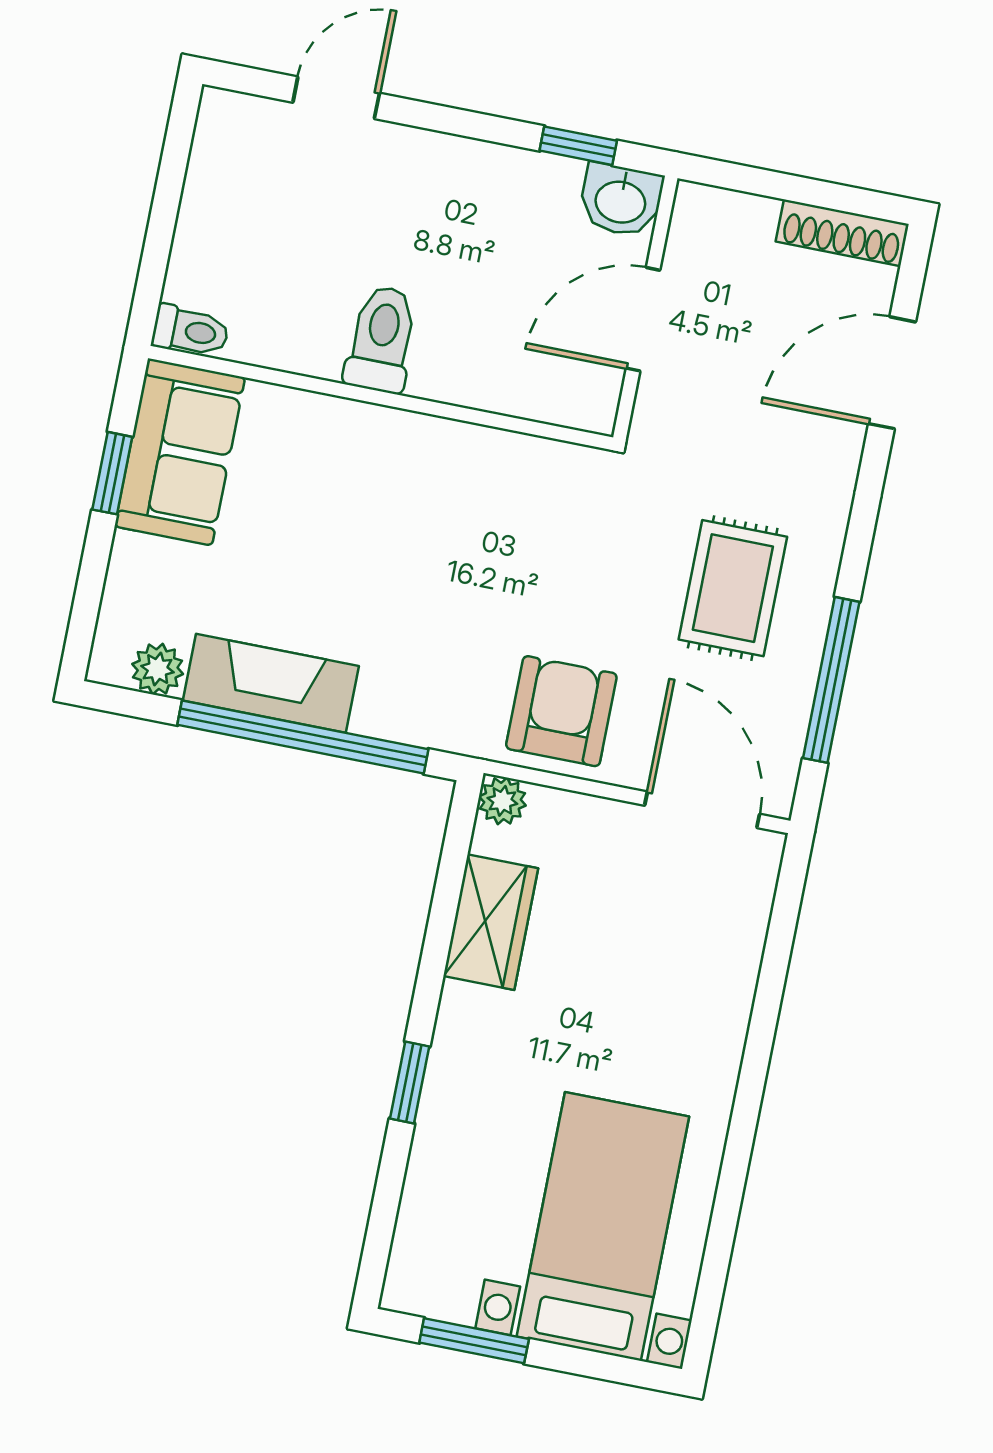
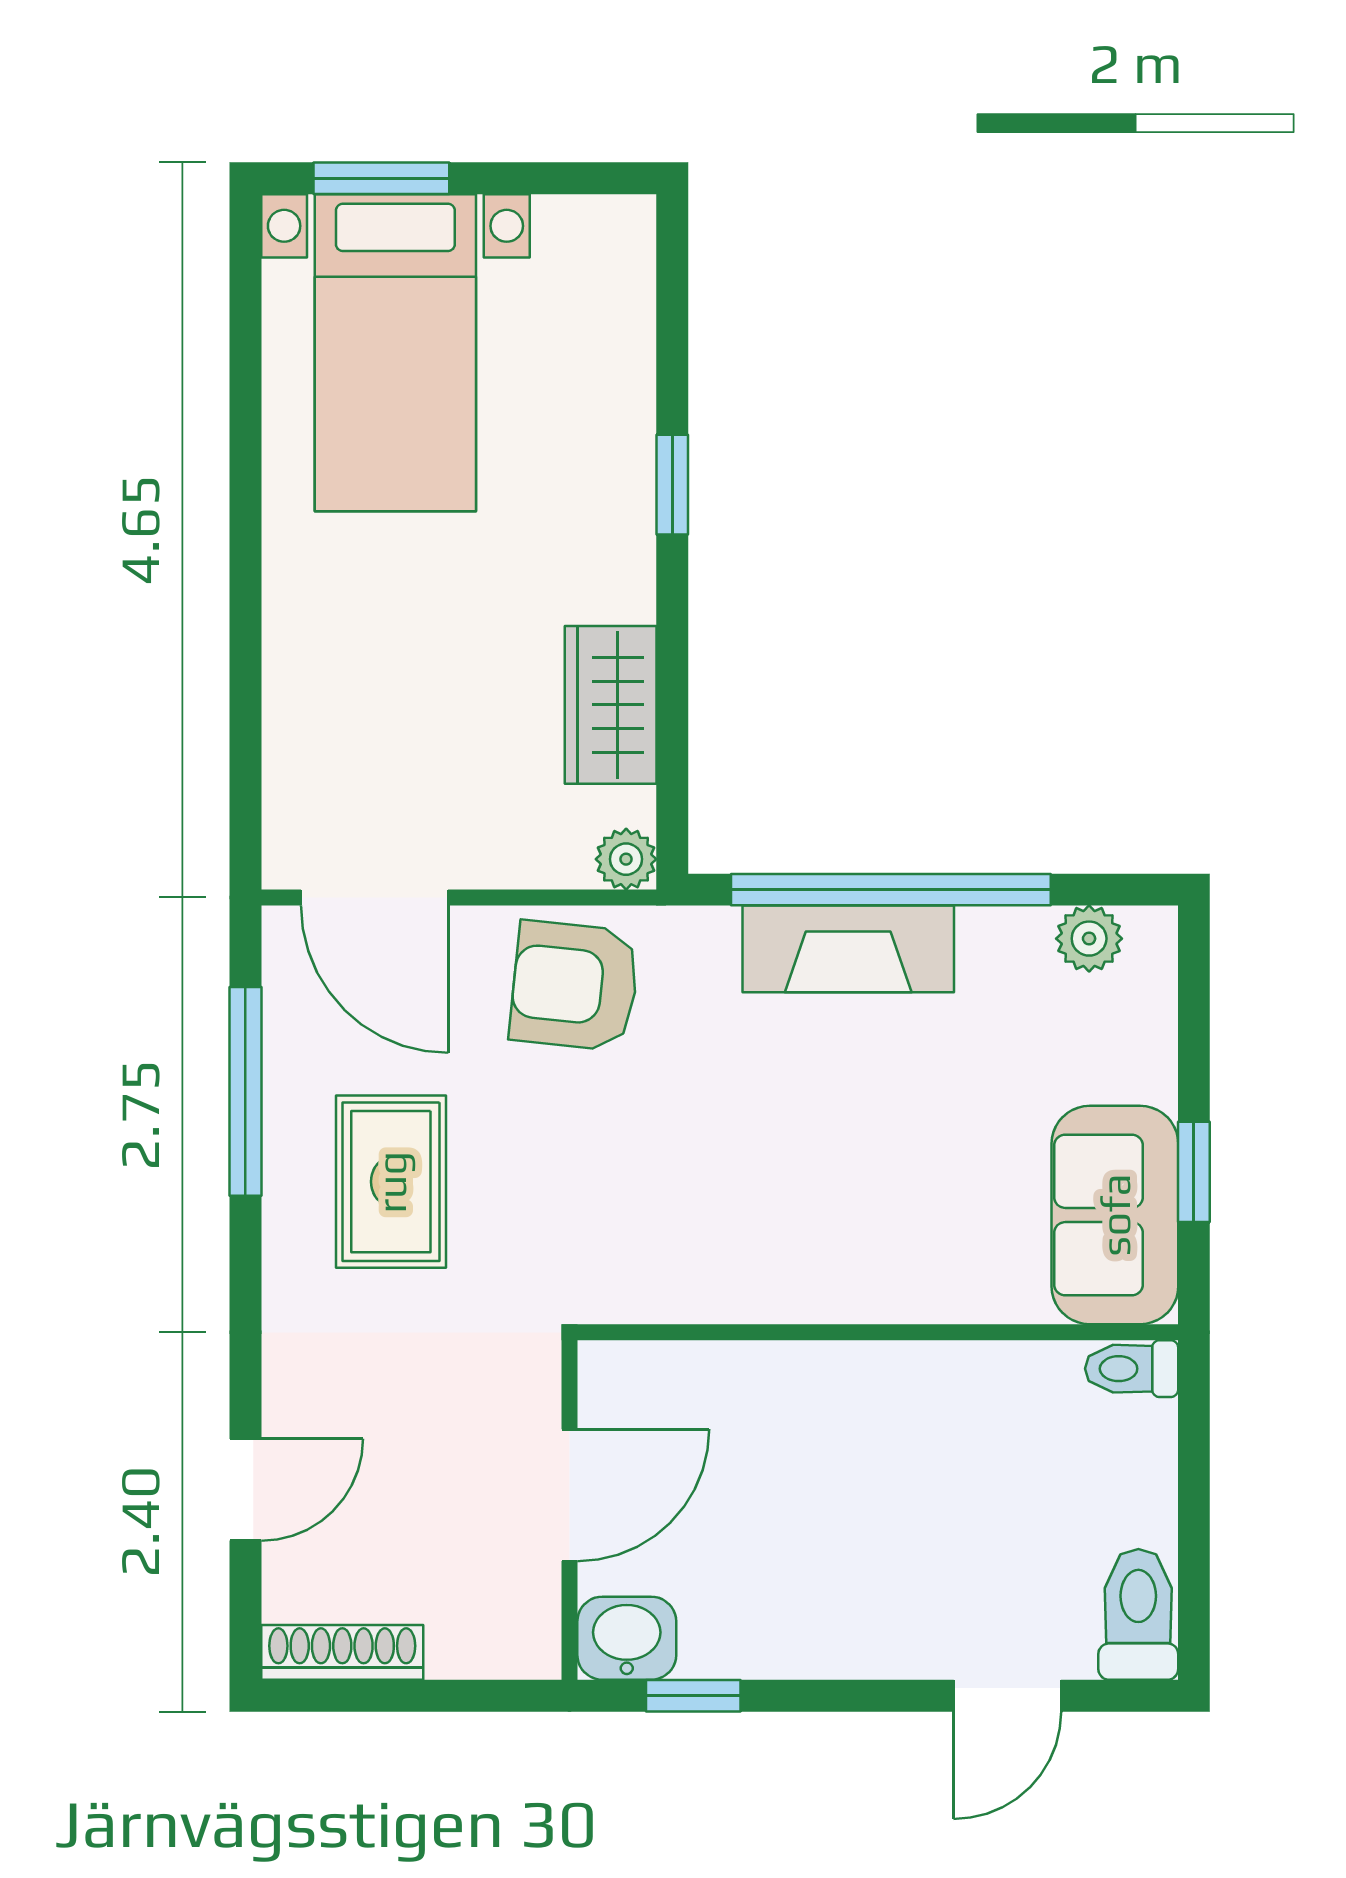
toilet: (382, 339) -> (1138, 1614), moved, turned 180
door: (892, 373) -> (245, 1490), width x0.73
fireplace: (271, 683) -> (848, 949), moved
armchair: (561, 711) -> (575, 986), turned 96
window: (474, 1341) -> (381, 178), moved

